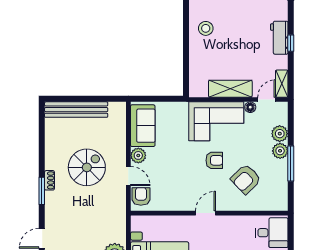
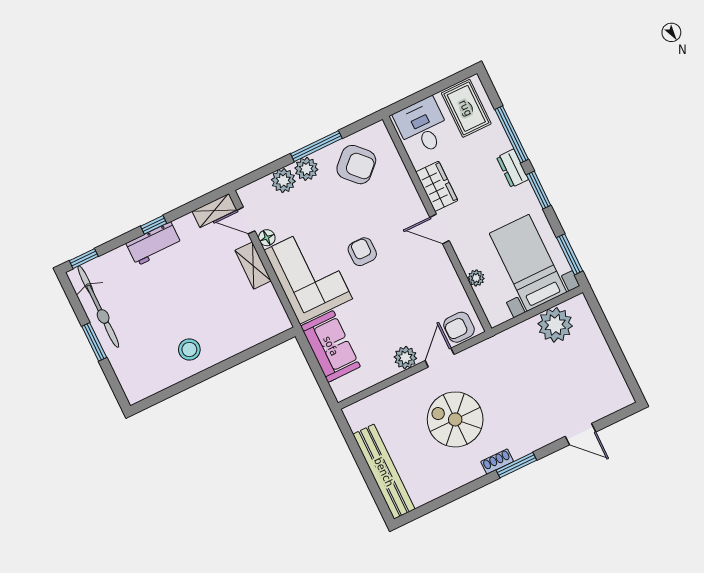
shelving: (230, 89) -> (253, 266), width x0.67, depth x0.75
sofa: (143, 126) -> (331, 346), moved, turned 90
armchair: (246, 179) -> (356, 165), moved
plant: (166, 221) -> (476, 278), added
wardrobe: (232, 224) -> (437, 186), added

